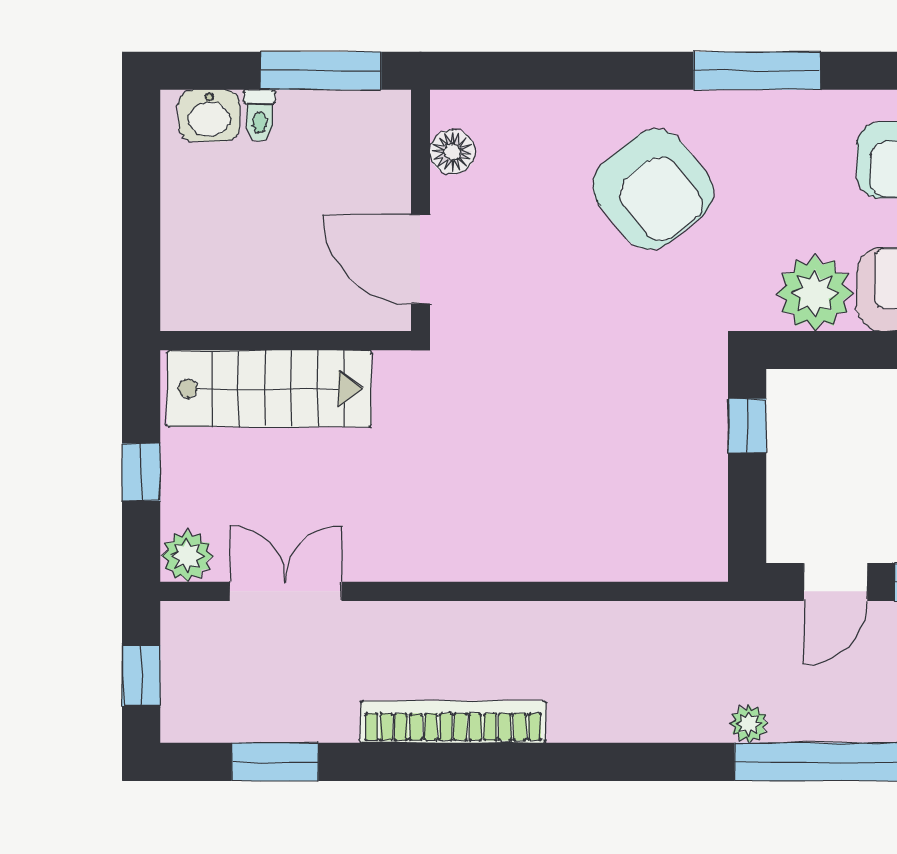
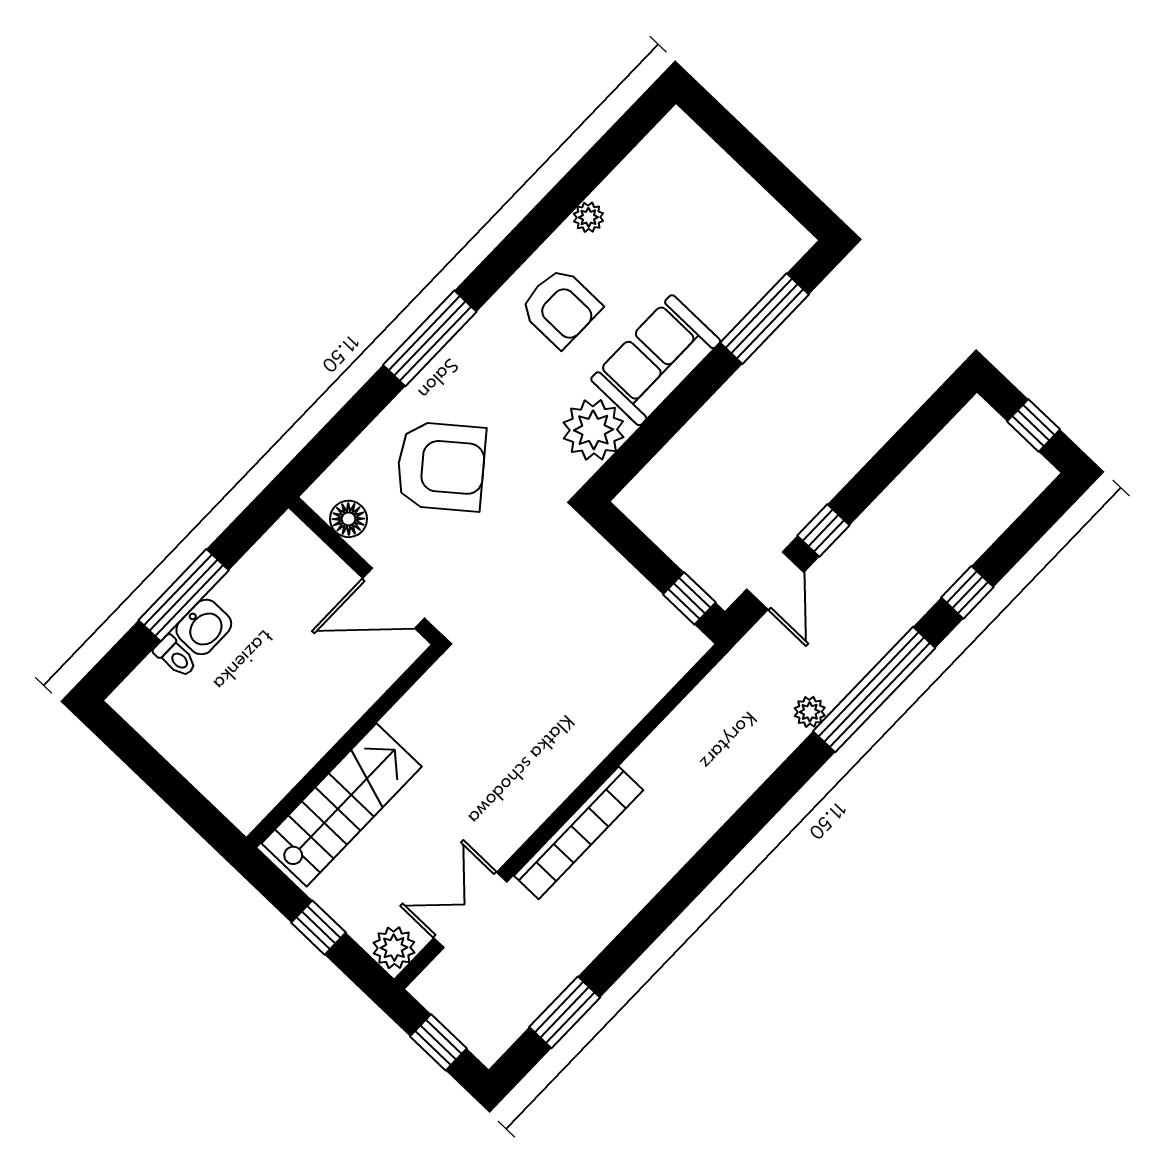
washbasin: (209, 116) -> (204, 627), moved
floor lamp: (452, 152) -> (349, 519), moved
wall: (420, 210) -> (365, 571), moved
door: (420, 259) -> (394, 598), moved
window: (747, 426) -> (689, 598), moved
bookcase: (453, 722) -> (579, 833), moved, turned 180

